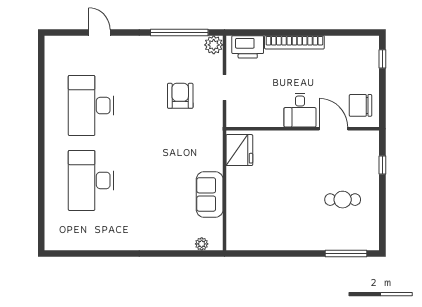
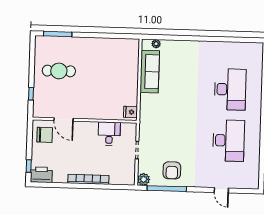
printer: (248, 47) -> (41, 175), moved
armchair: (180, 96) -> (172, 170), moved
desk: (300, 110) -> (109, 134), moved
fridge: (239, 150) -> (130, 112), width x0.53, depth x0.75
sofa: (210, 194) -> (150, 72), width x1.36
cafe table: (343, 200) -> (59, 71), width x1.37, depth x1.35

